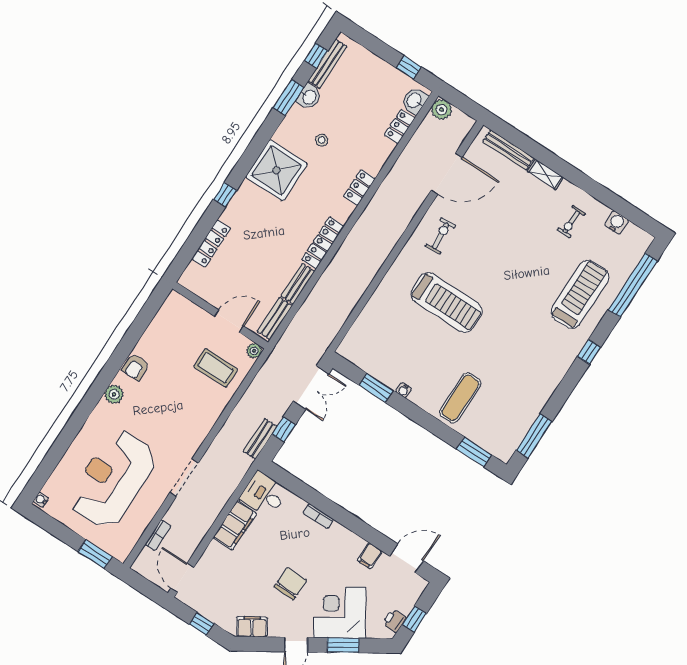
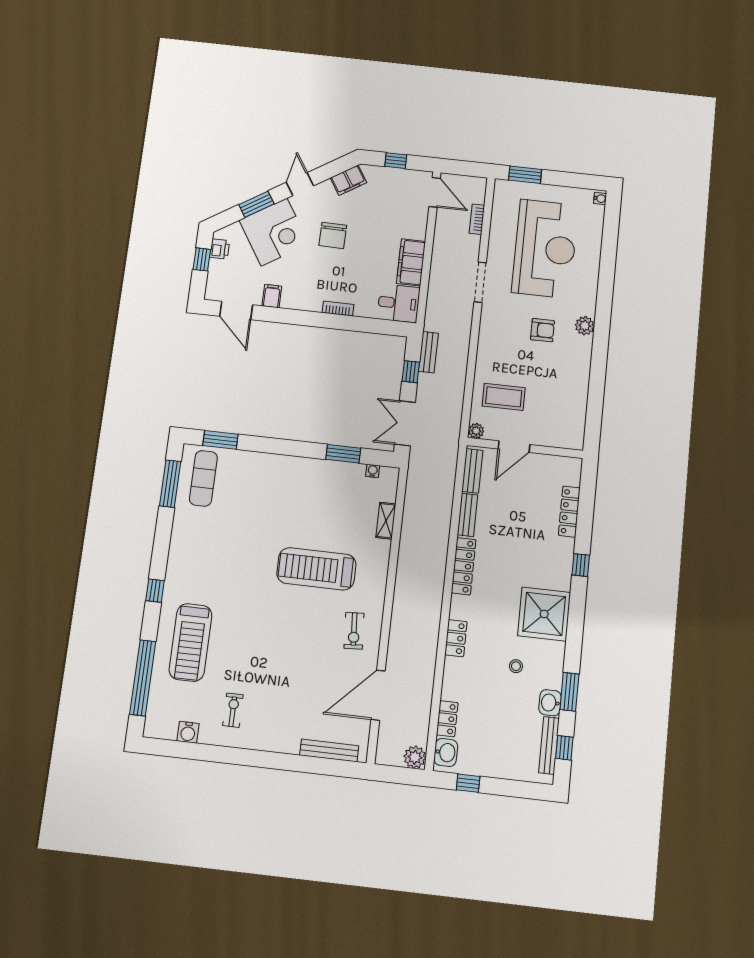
shelving: (546, 174) -> (386, 521), moved, turned 90
armchair: (135, 367) -> (543, 330), moved, turned 90
water cooler: (404, 390) -> (373, 471), moved
exercise mat: (460, 398) -> (203, 478), moved
door: (406, 558) -> (236, 310), hinge flipped

